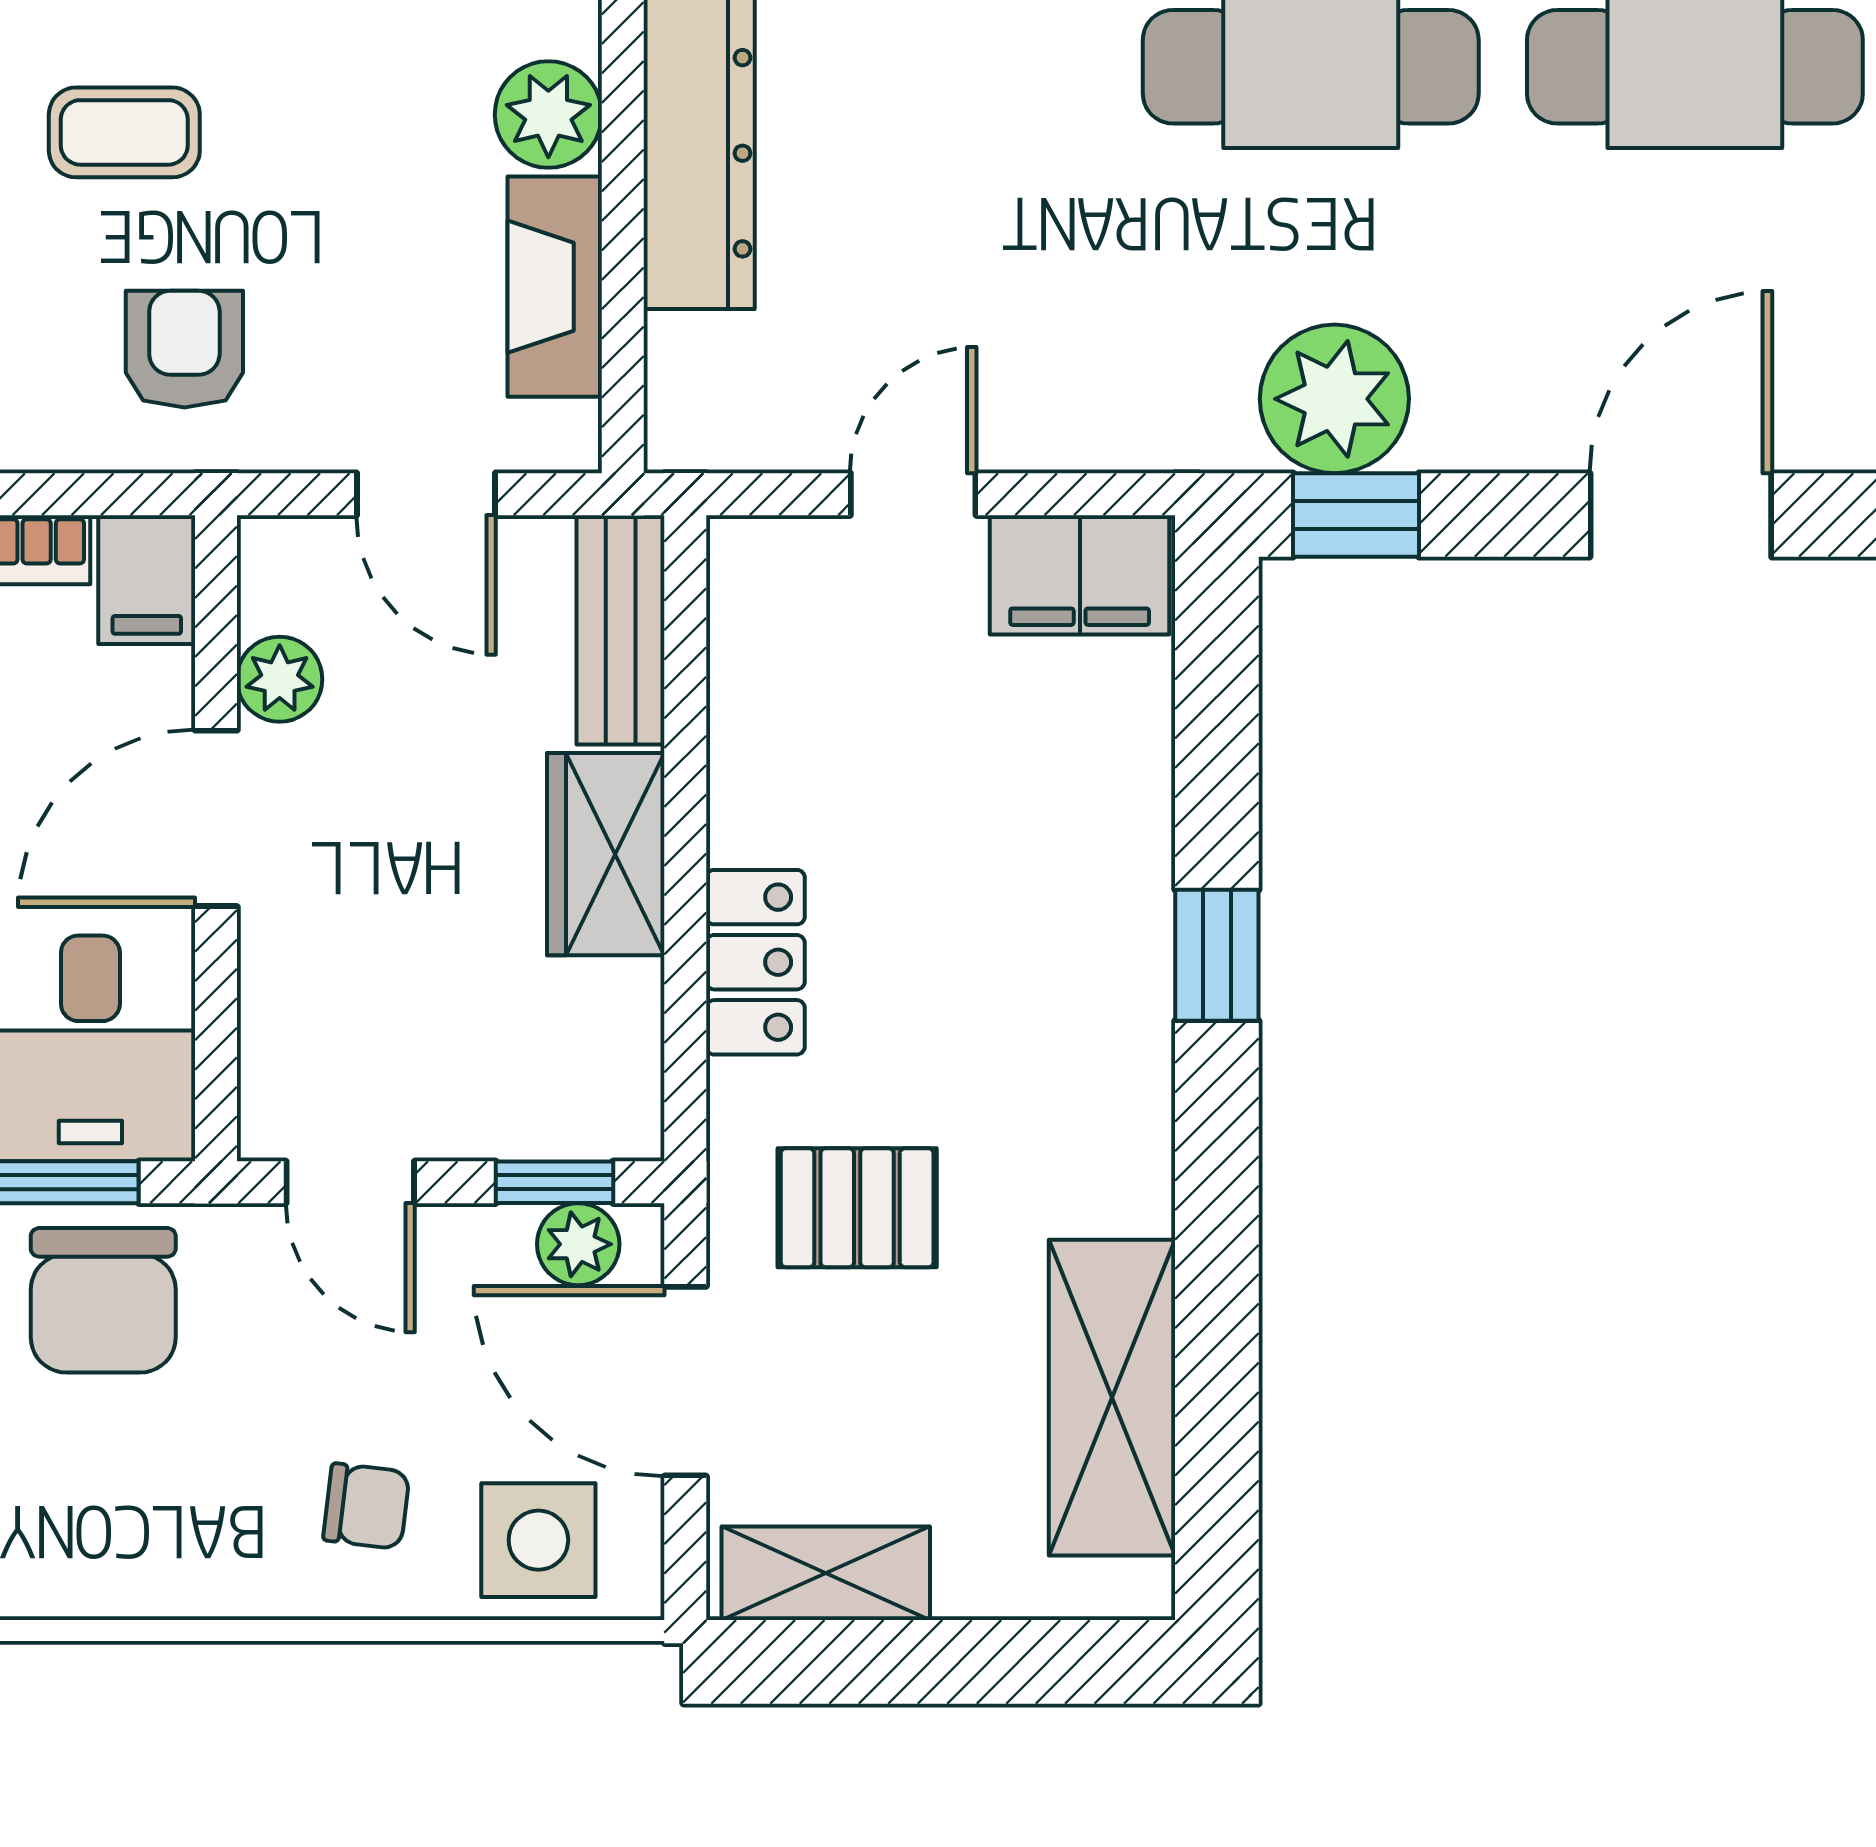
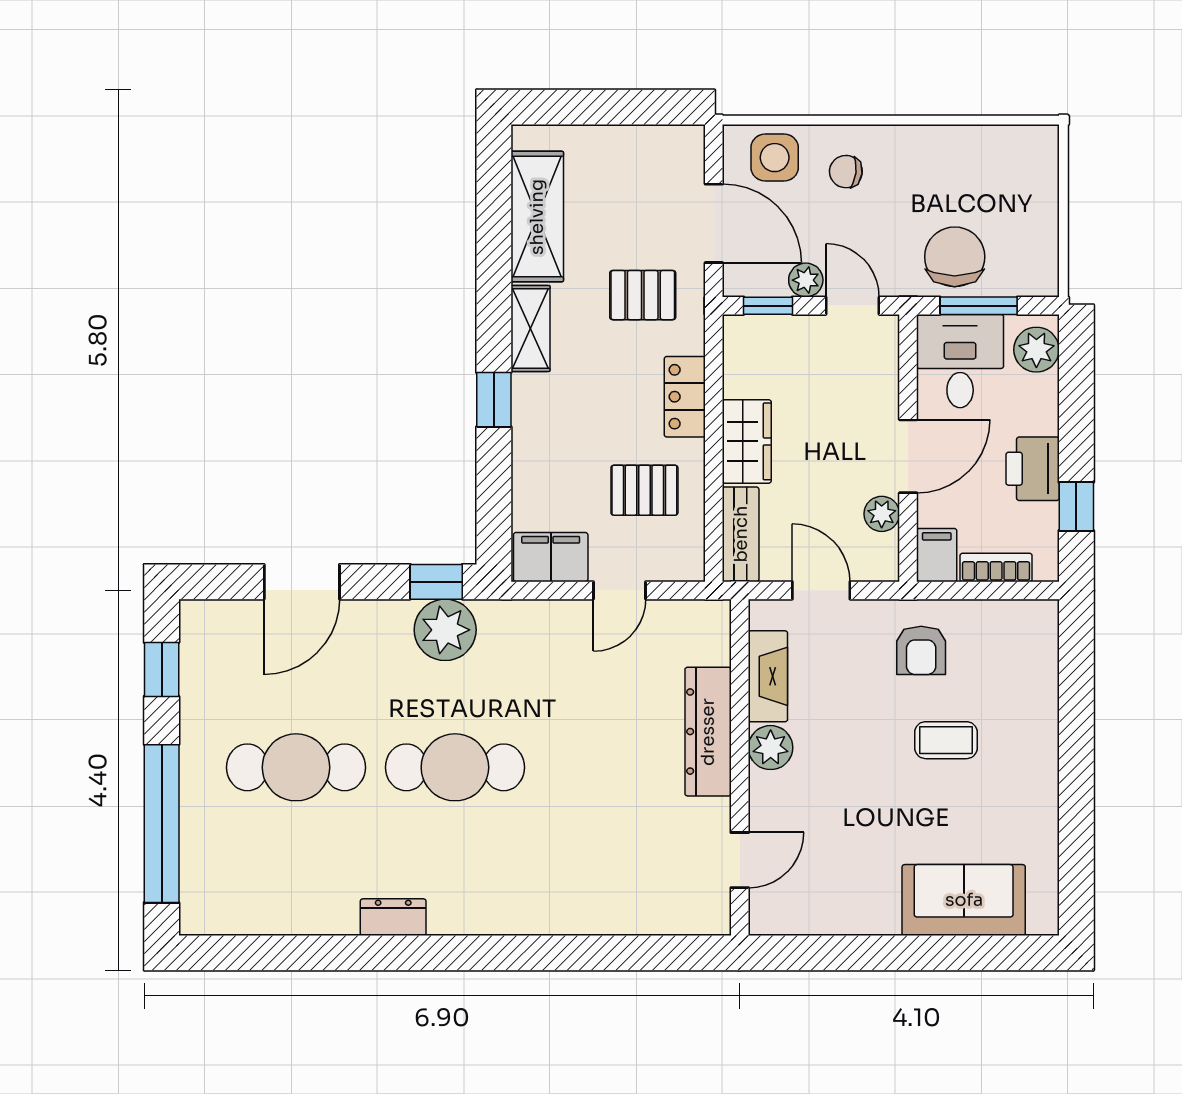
pallet: (853, 736) -> (644, 490), added
plant: (578, 1244) -> (806, 280), moved
shelving: (826, 1573) -> (530, 328), moved, turned 90

